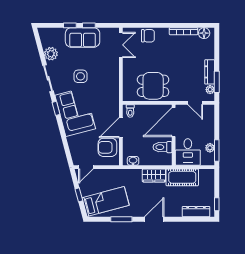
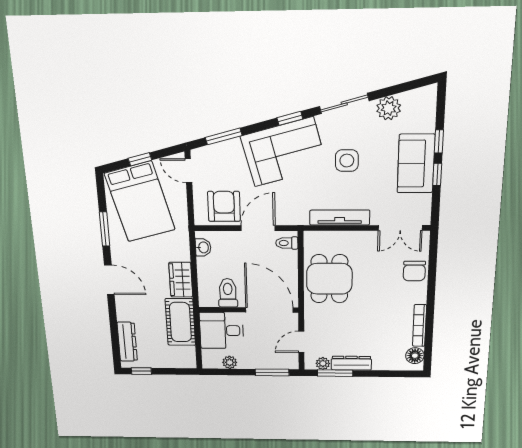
tv unit: (114, 80) -> (340, 218), added
door: (121, 128) -> (258, 228), hinge flipped
window: (66, 146) -> (224, 136), added
window: (217, 151) -> (272, 372), moved
bed: (106, 202) -> (140, 202), width x1.50

